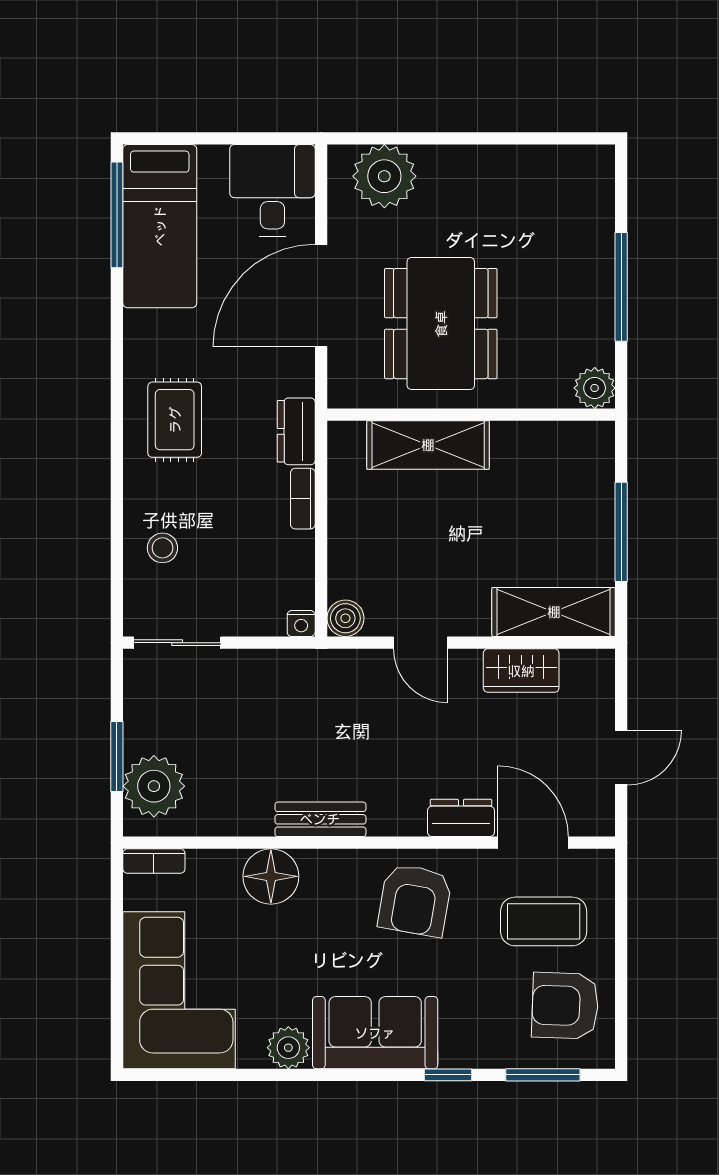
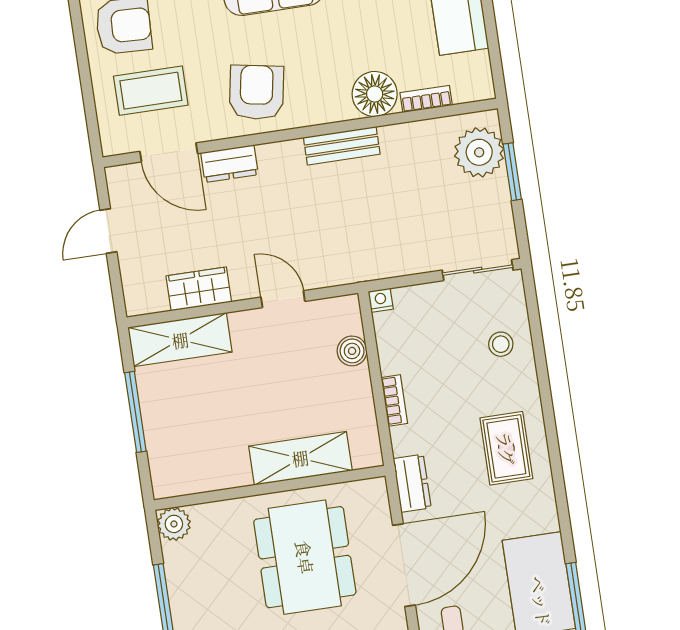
dresser: (296, 431) -> (412, 483), moved
boiler: (345, 618) -> (352, 351), moved
bookcase: (154, 861) -> (426, 99), moved

